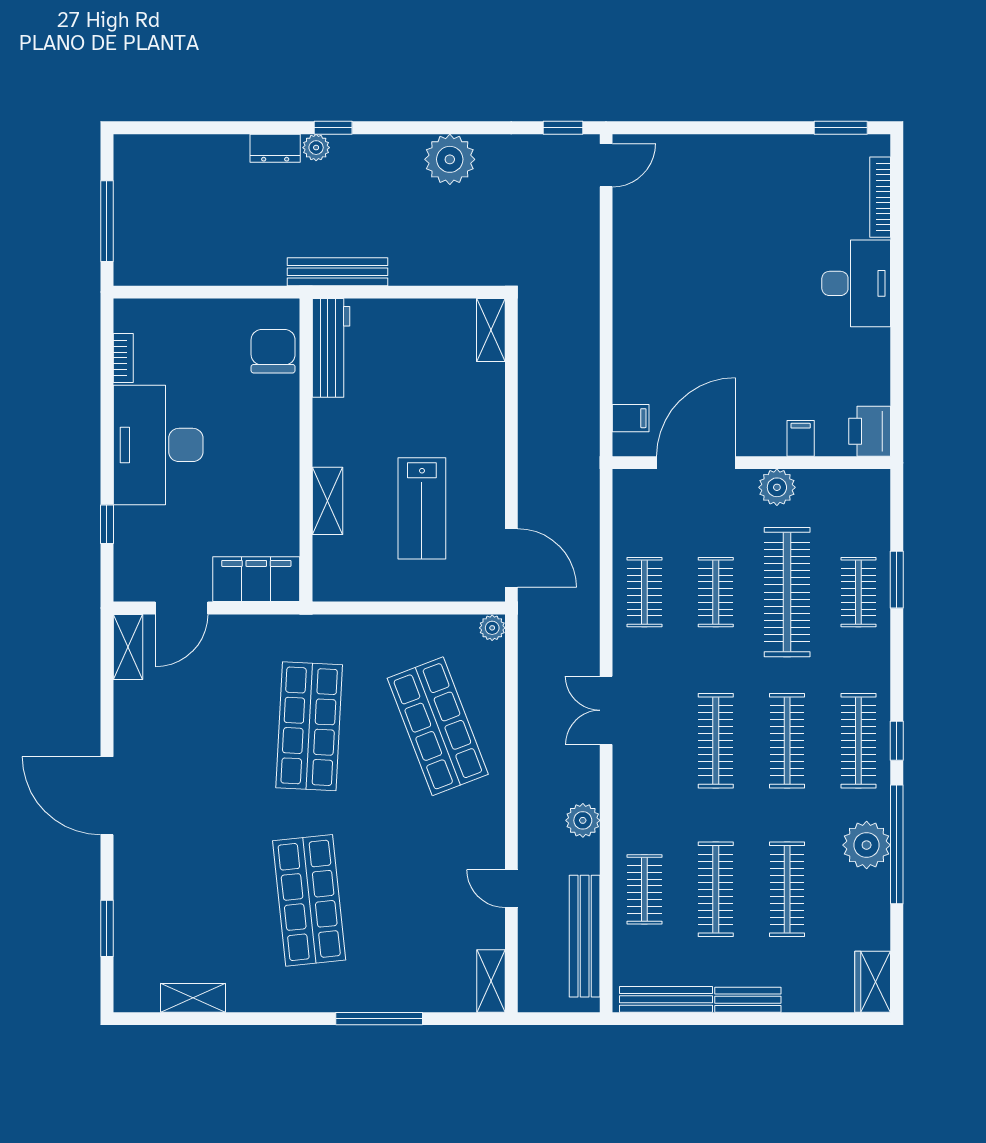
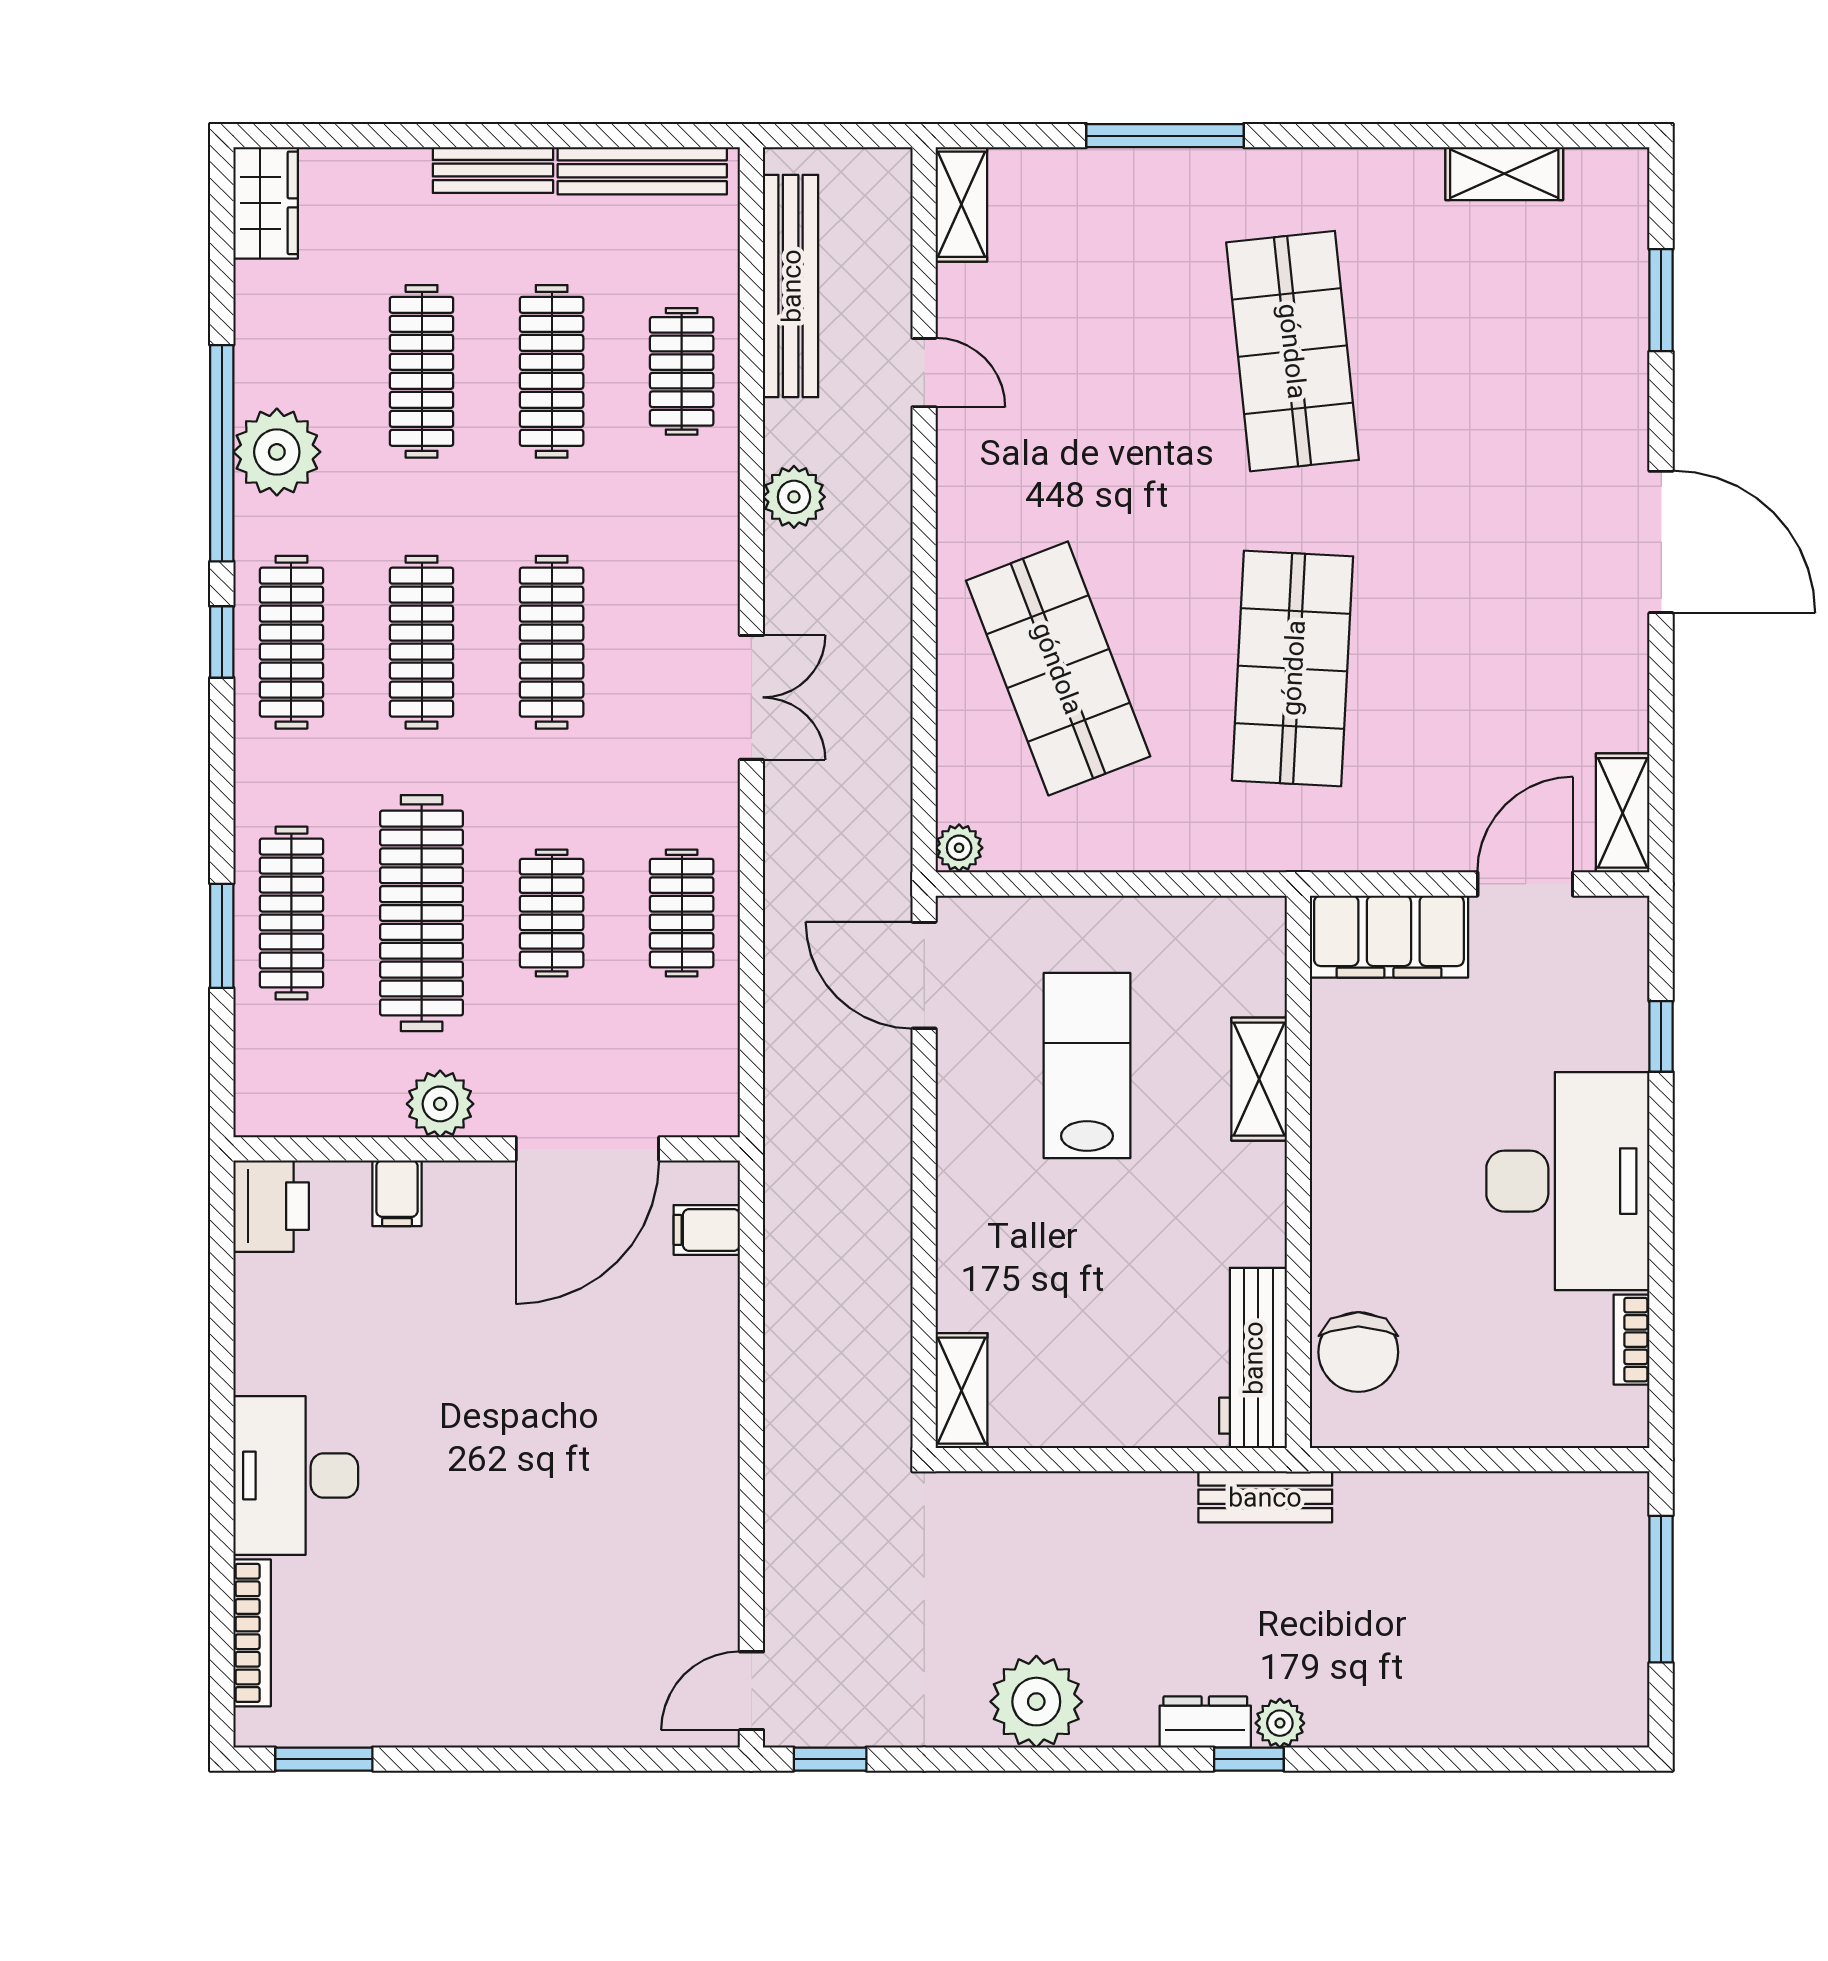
dresser: (275, 148) -> (1205, 1722), moved
bench: (338, 272) -> (1265, 1497), width x0.73
clothes rail: (858, 592) -> (291, 913), width x1.36

